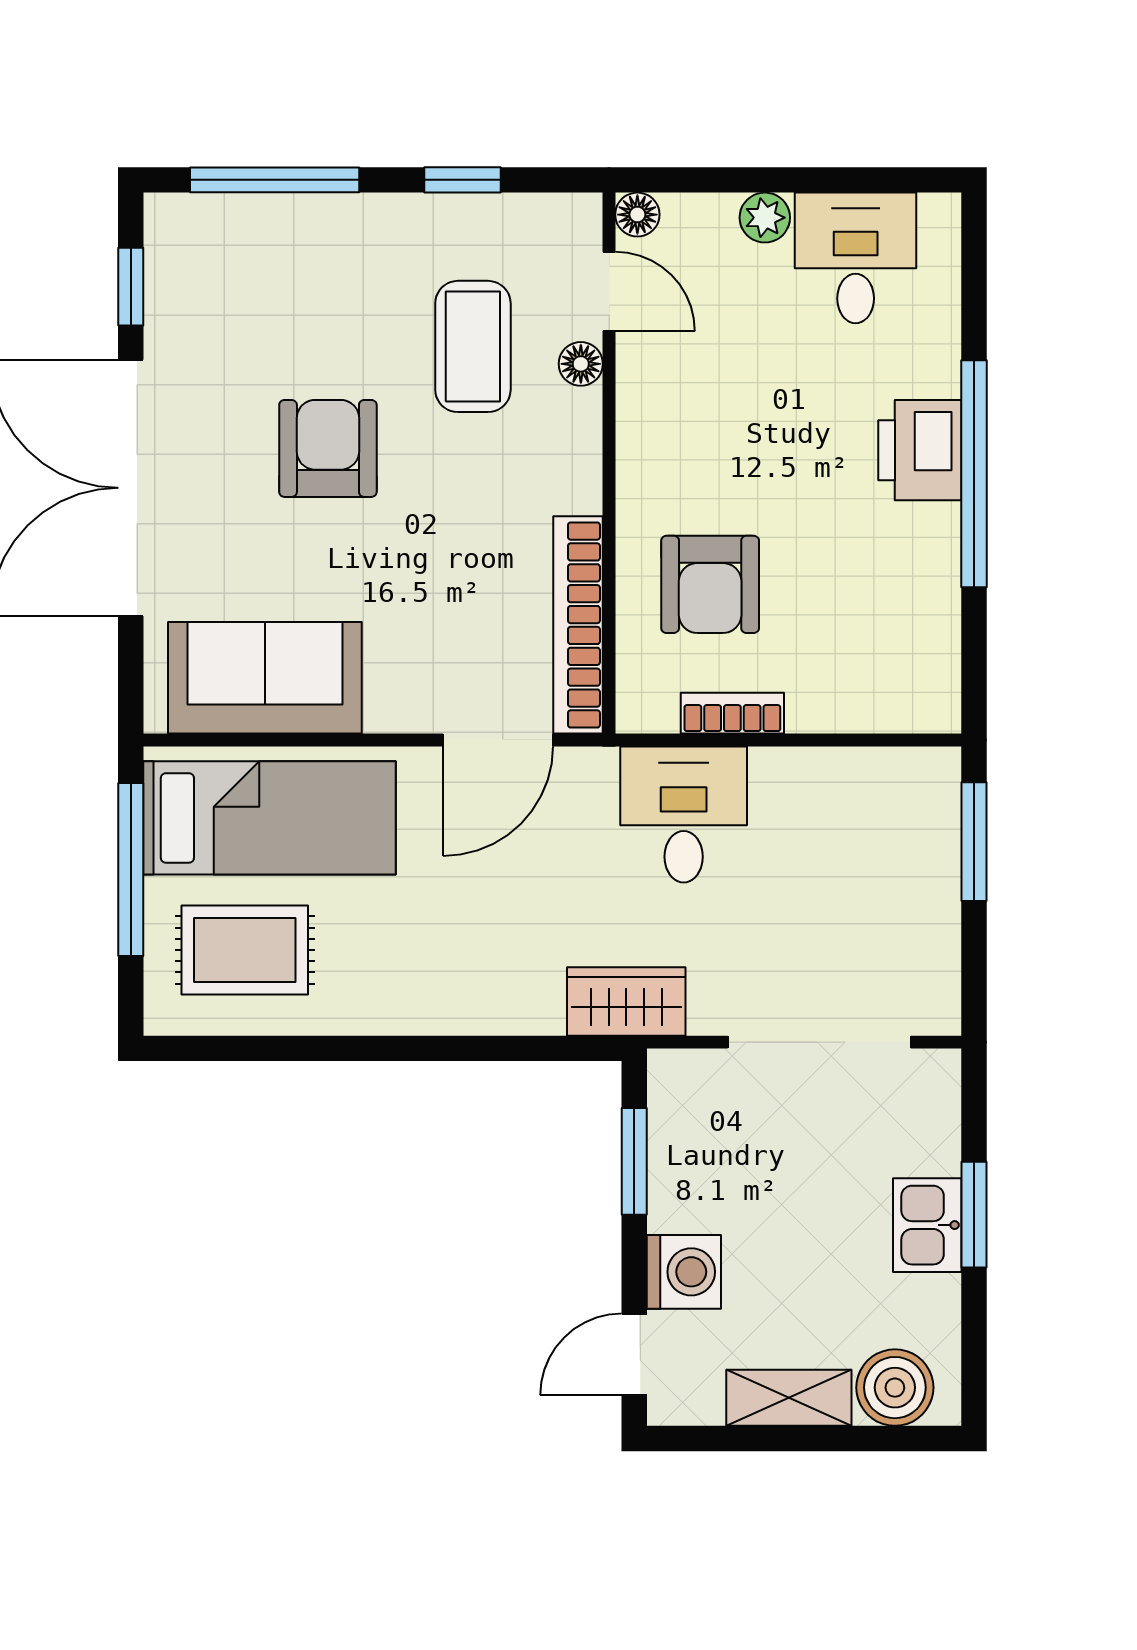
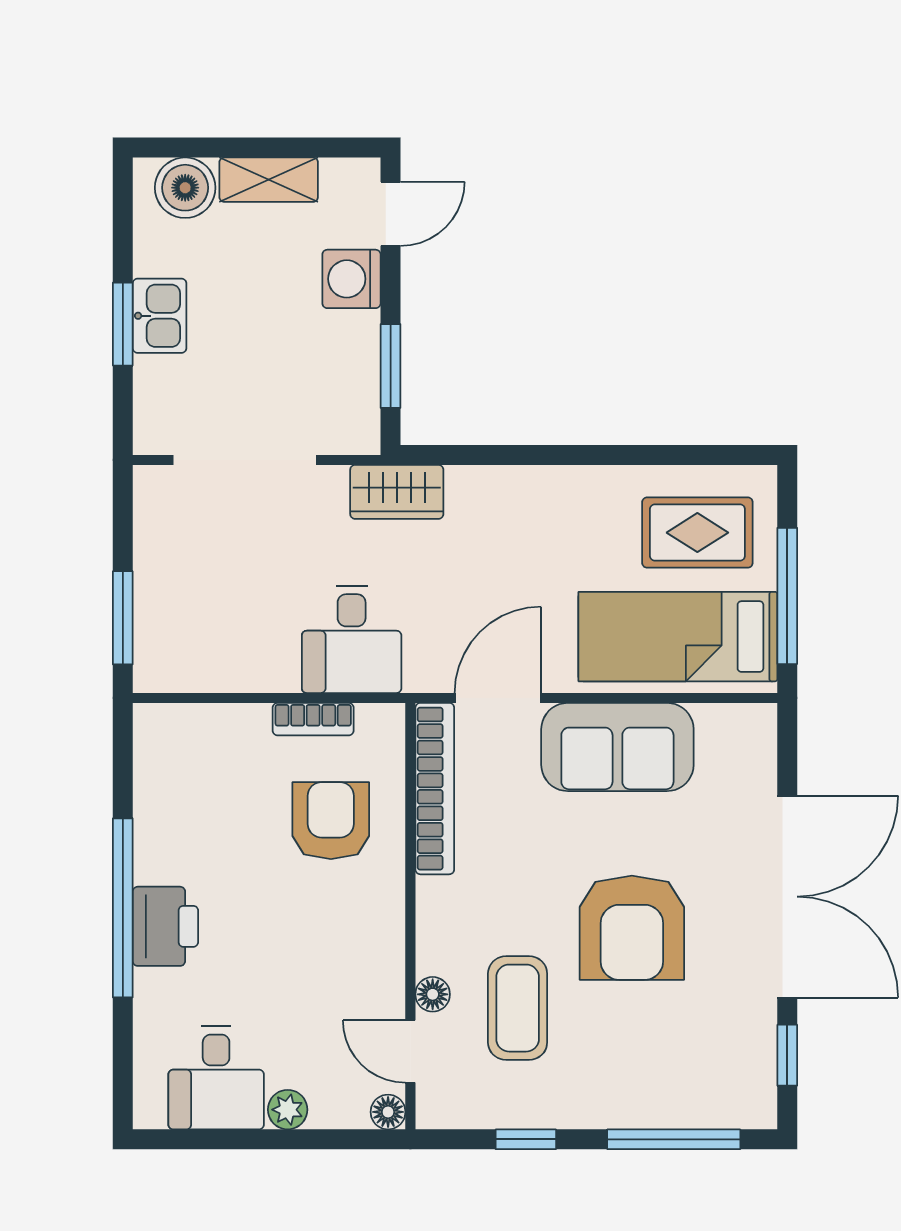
armchair: (328, 448) -> (632, 928), width x1.36, depth x1.36
sofa: (265, 678) -> (617, 747), moved

